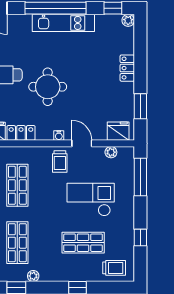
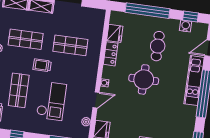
kitchen unit: (63, 23) -> (194, 81), moved
trolley: (60, 162) -> (42, 65), moved

